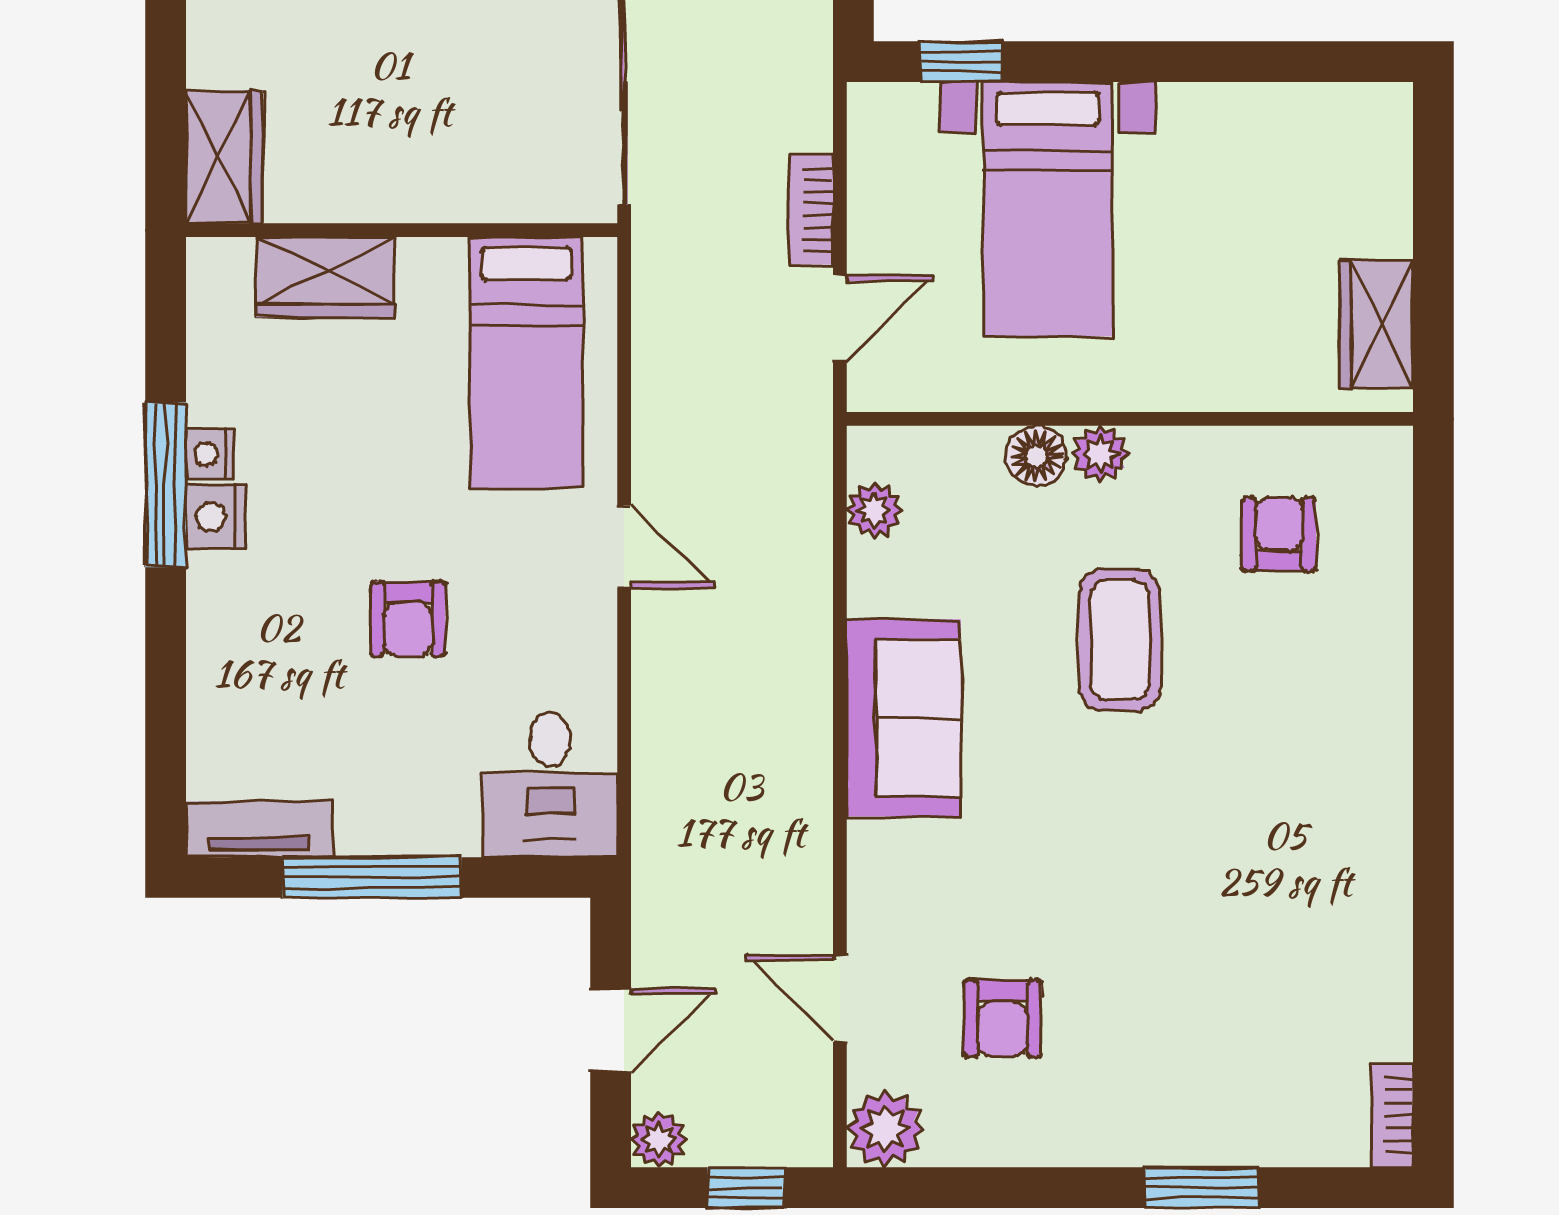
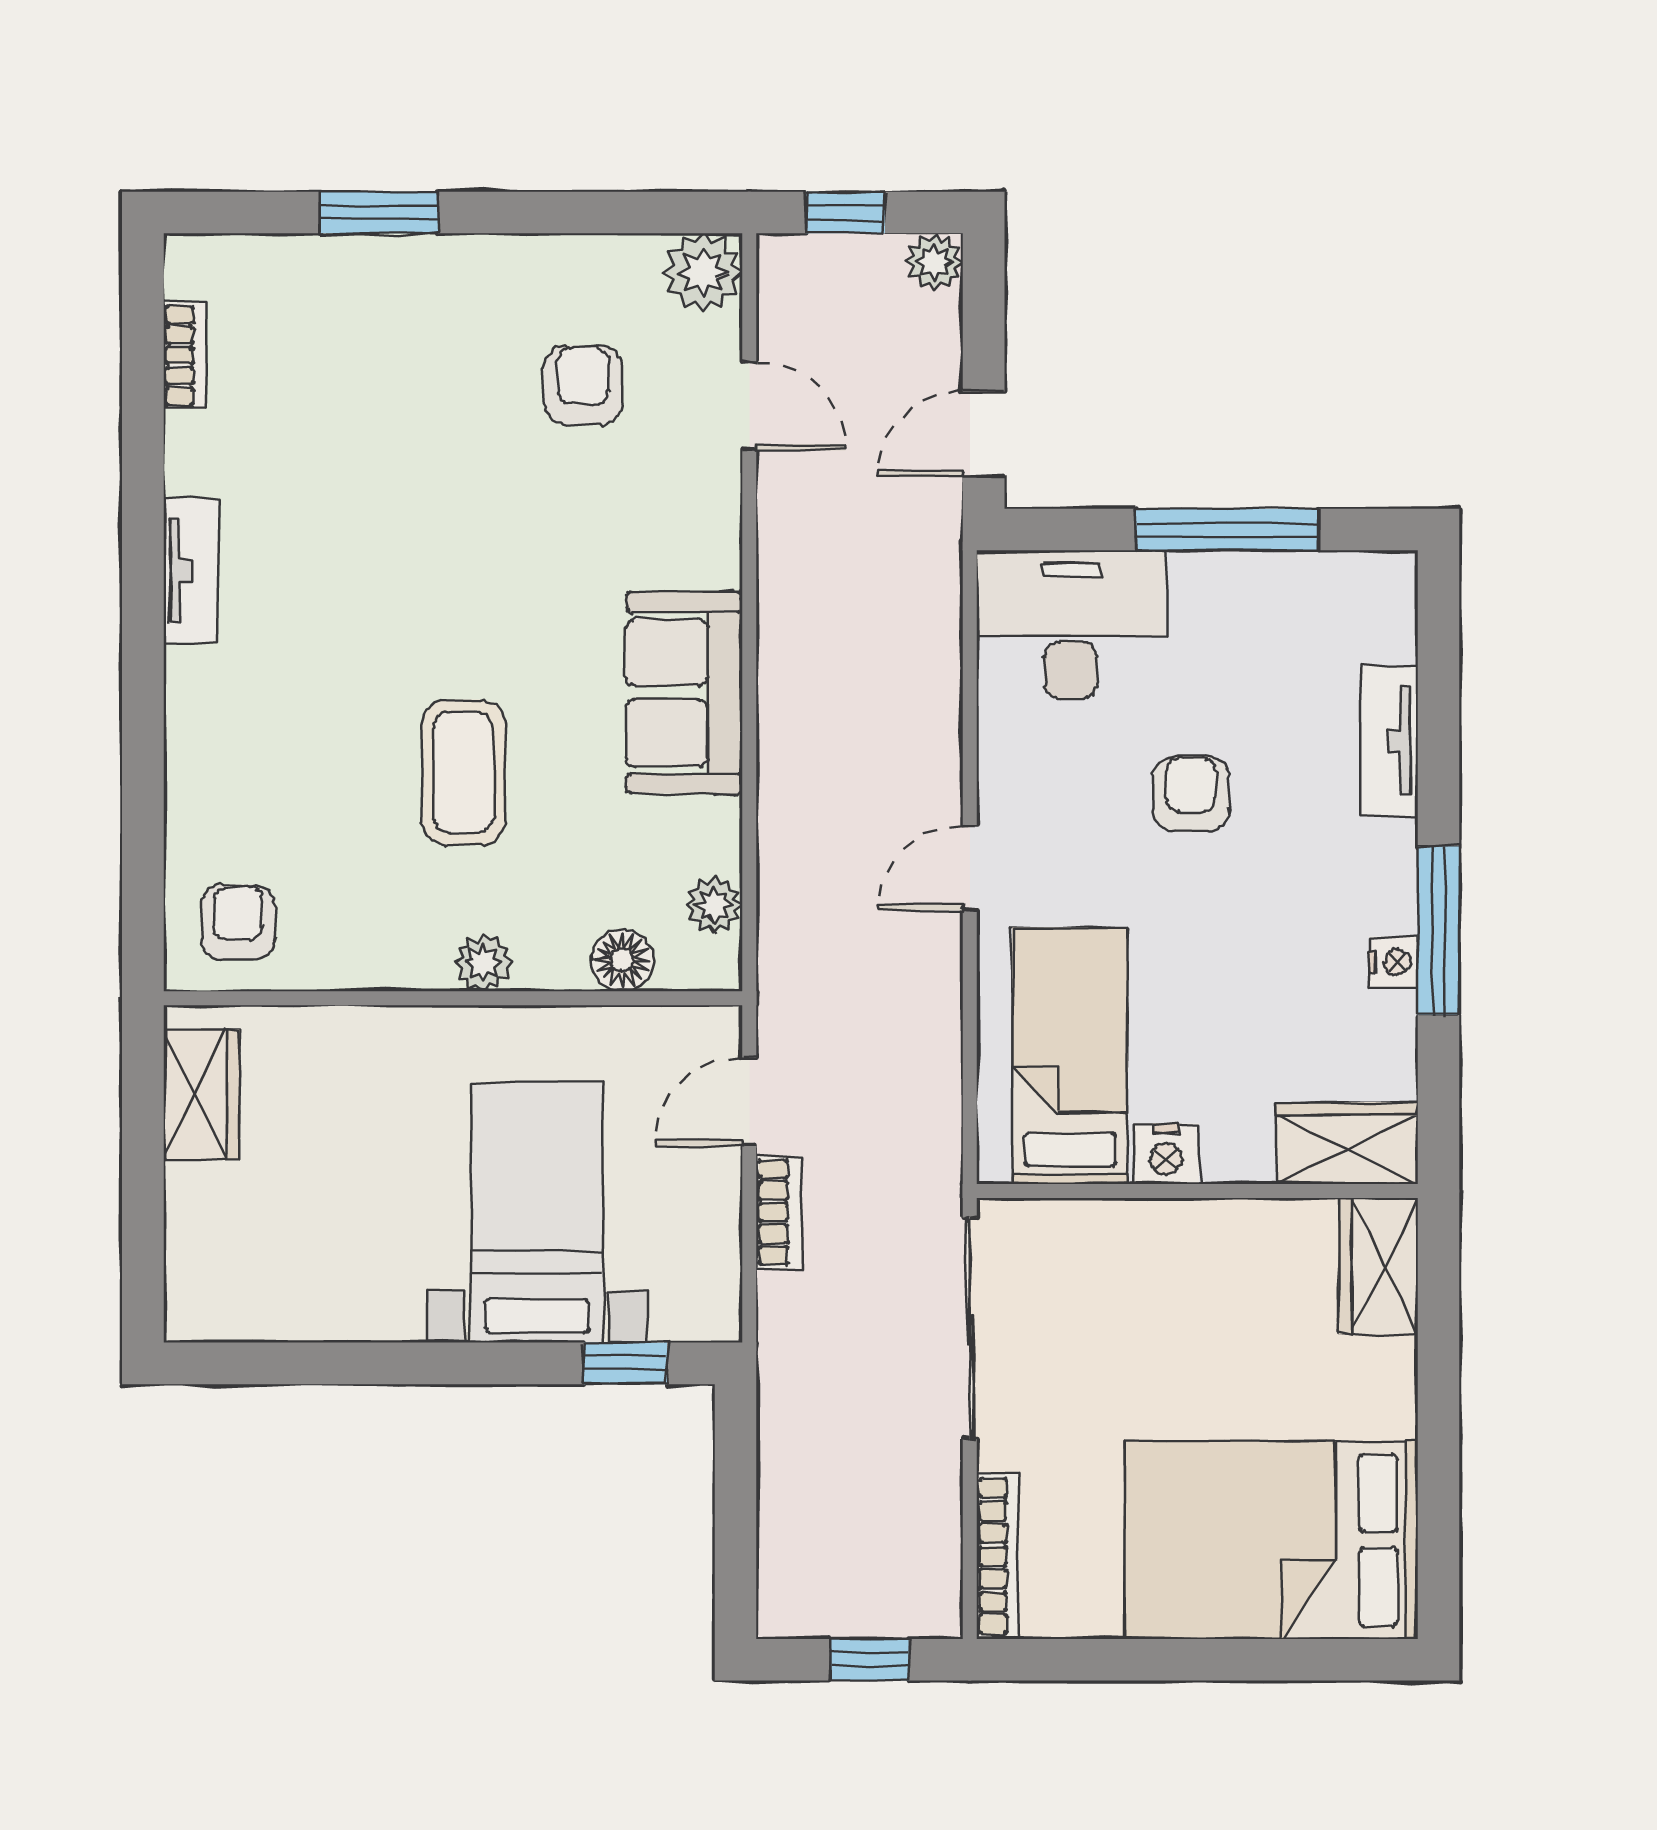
wardrobe: (325, 277) -> (1347, 1143), moved
floor lamp: (1036, 456) -> (622, 960), moved
nightstand: (215, 517) -> (1166, 1154), moved, turned 90
armchair: (1279, 534) -> (238, 922), moved, turned 180
door: (624, 547) -> (970, 868), hinge flipped
desk: (550, 785) -> (1071, 624), width x1.37
tv unit: (259, 829) -> (1389, 741), moved, turned 90
tv unit: (1386, 837) -> (191, 571), added
door: (611, 1030) -> (984, 434), moved
bookcase: (1392, 1115) -> (185, 355), moved

